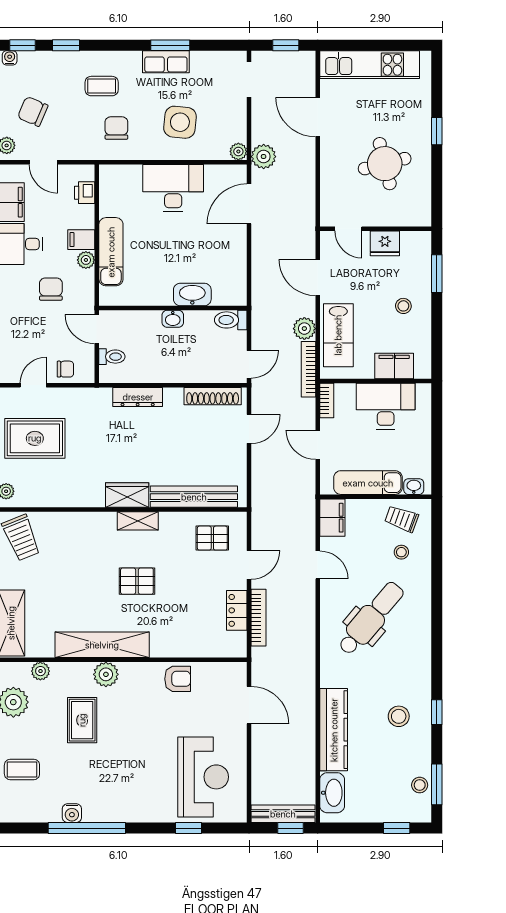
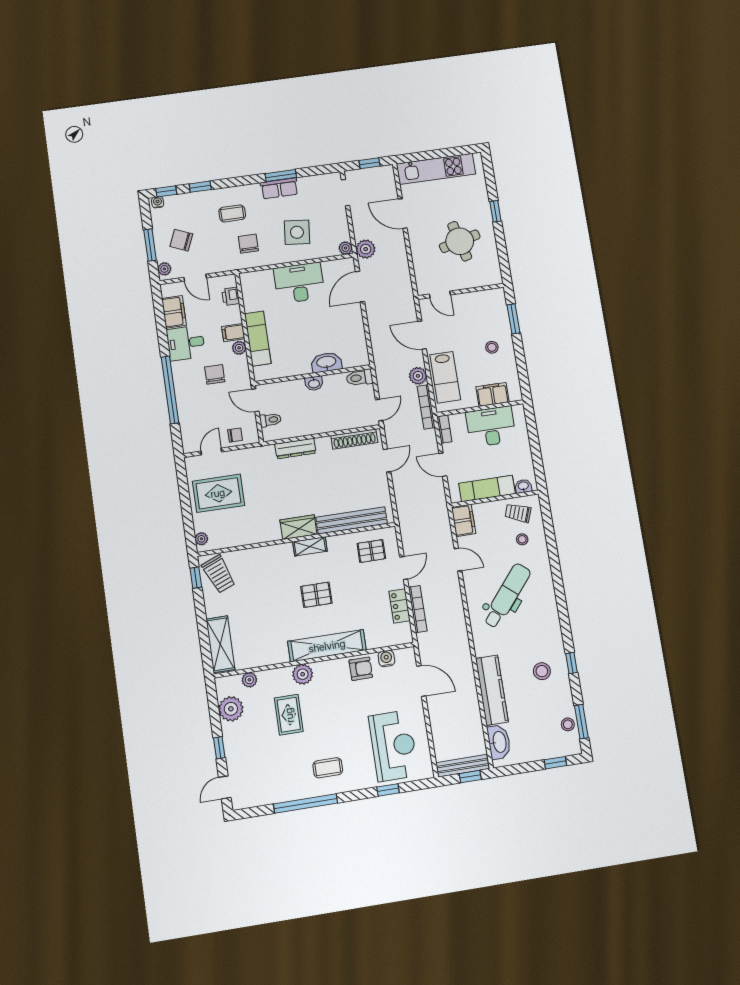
fridge: (385, 243) -> (470, 302), removed
shelving: (102, 645) -> (327, 646), moved
coffee table: (22, 769) -> (328, 768), moved
water cooler: (72, 813) -> (386, 658), moved, turned 180

